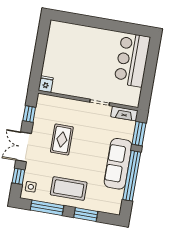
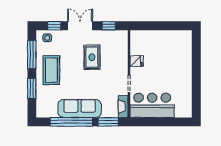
bar counter: (132, 60) -> (152, 105), moved
fridge: (46, 84) -> (137, 61), moved
rug: (62, 140) -> (92, 57), turned 90

